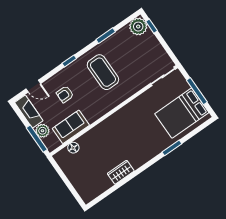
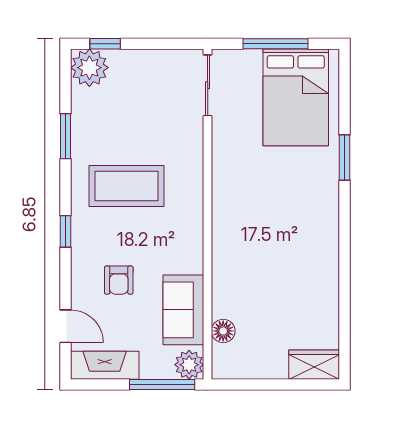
door: (33, 86) -> (65, 326), hinge flipped
plant: (42, 131) -> (189, 365), moved
wardrobe: (121, 172) -> (314, 365), moved, turned 90

